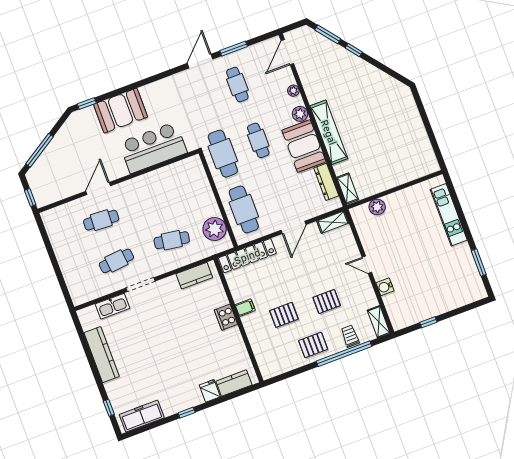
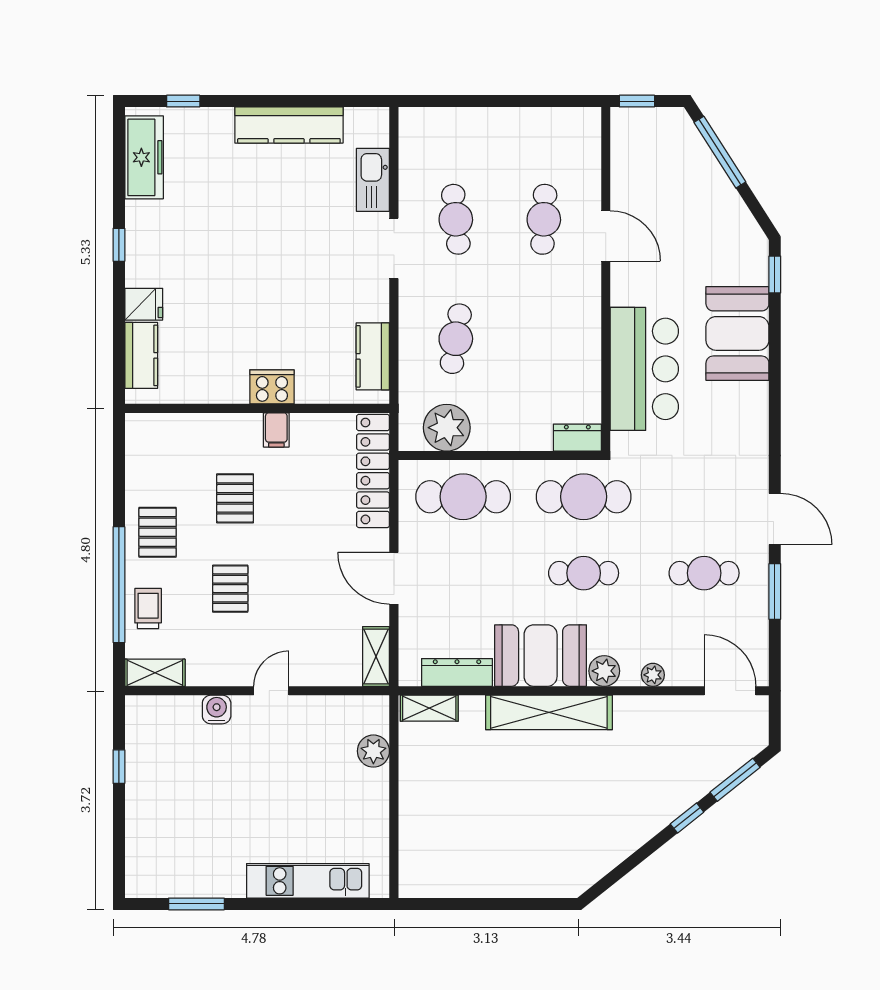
dresser: (197, 167) -> (577, 438), added
trolley: (350, 336) -> (148, 608), turned -90

